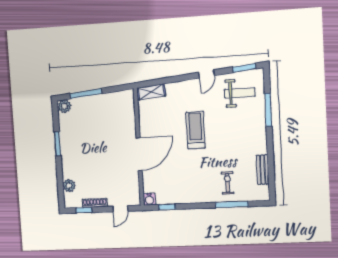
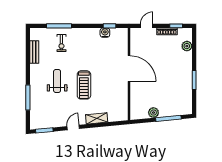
shelving: (151, 92) -> (97, 118), moved
weight bench: (240, 93) -> (57, 81), moved, turned 90
plant: (64, 106) -> (154, 113), moved
door: (139, 154) -> (129, 69), swing flipped
water cooler: (149, 199) -> (105, 33), moved

